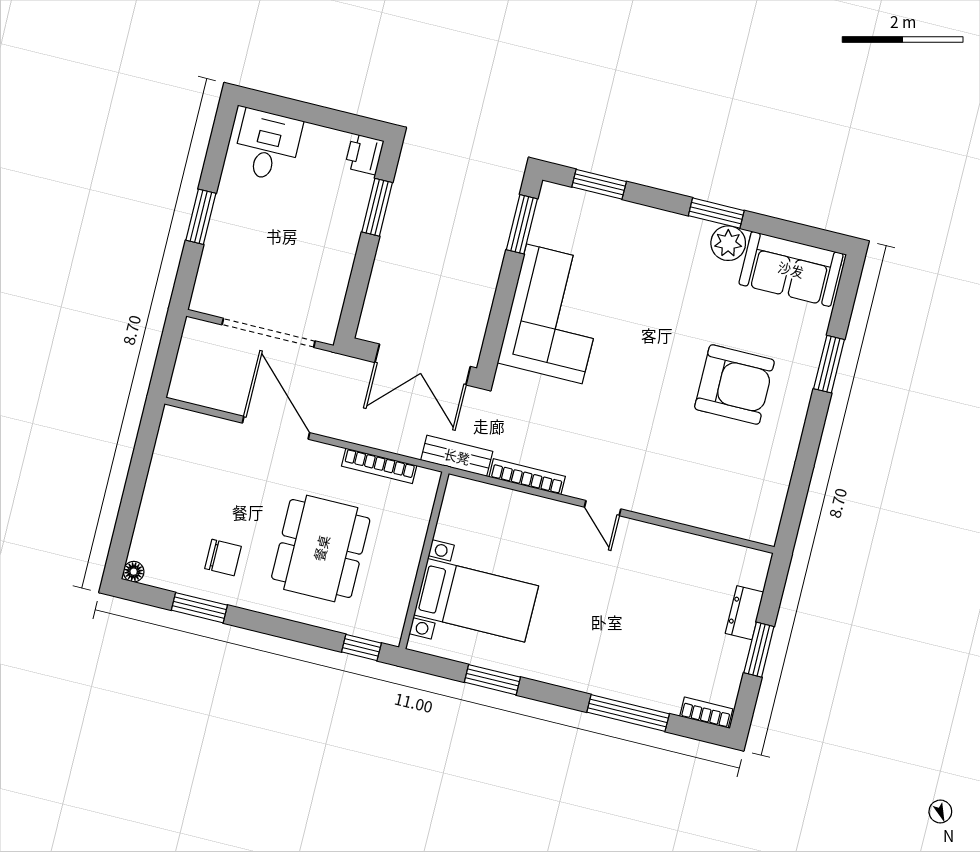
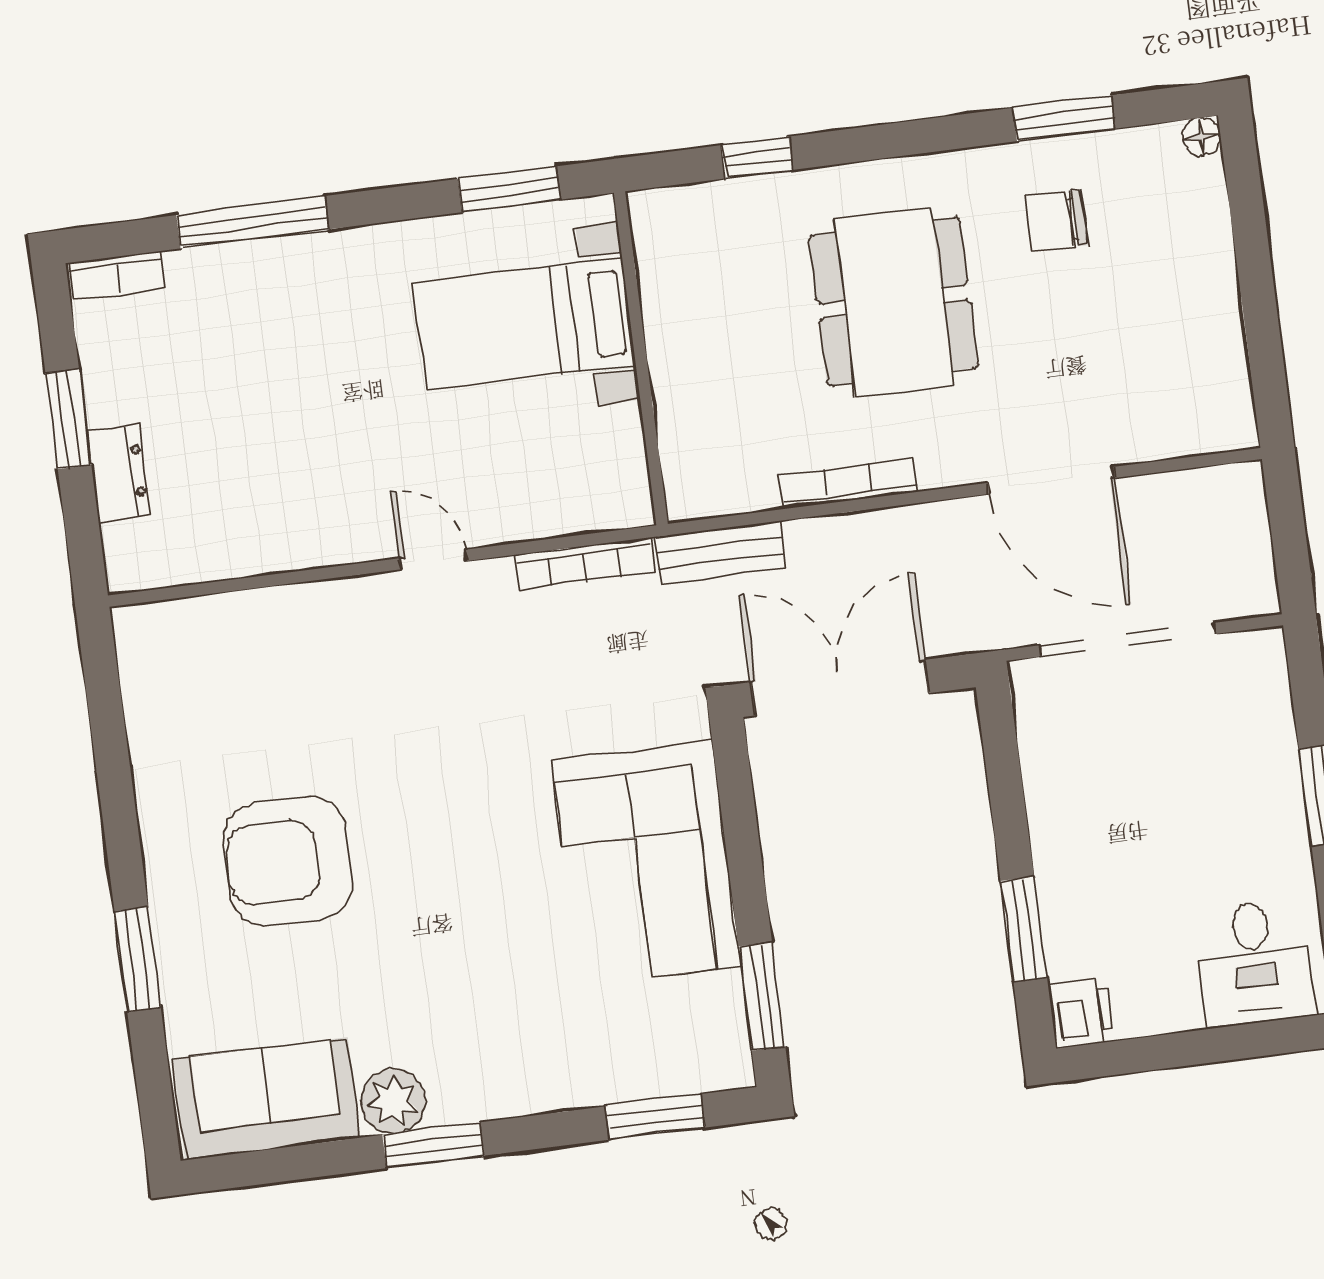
wall: (424, 560) -> (641, 358), moved
bed with nightstands: (476, 600) -> (524, 324), moved

